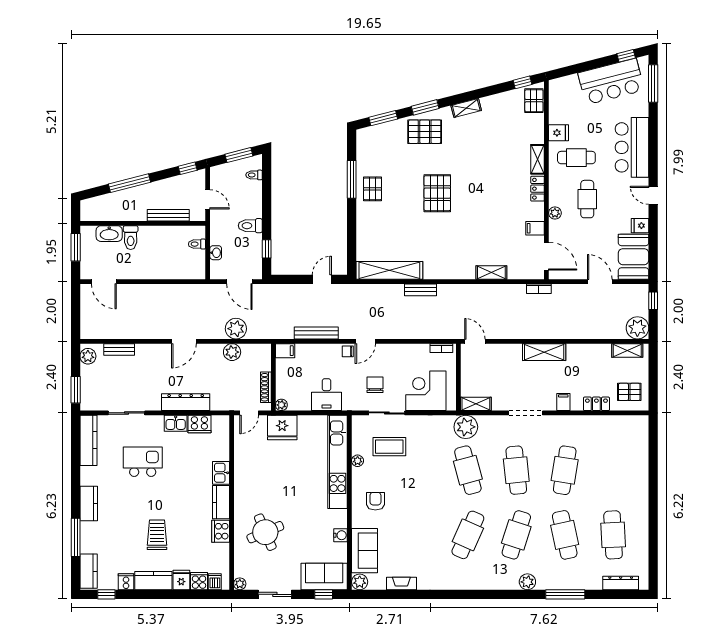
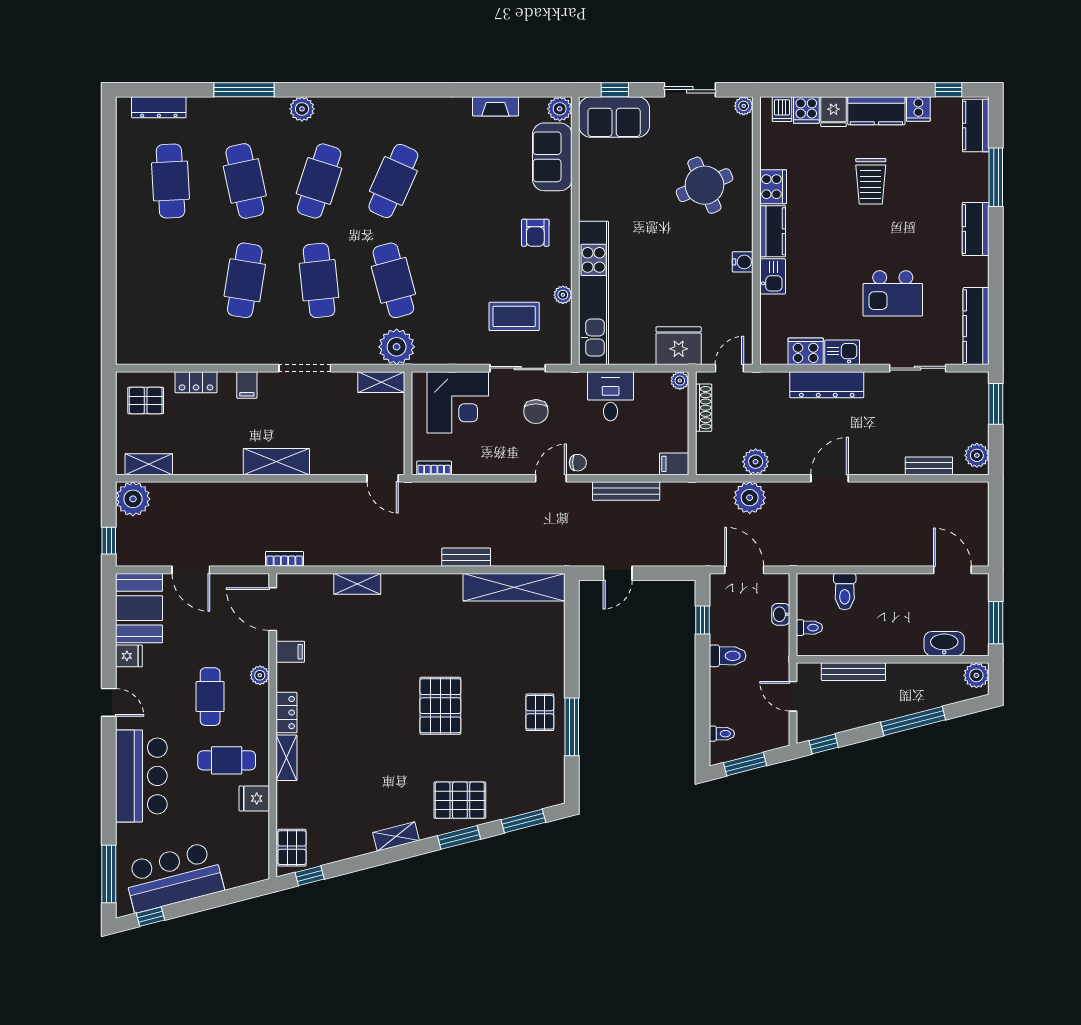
plant: (88, 213) -> (976, 675), added
toilet: (131, 238) -> (845, 592), moved, turned 180
water cooler: (341, 535) -> (743, 262), moved, turned 180

